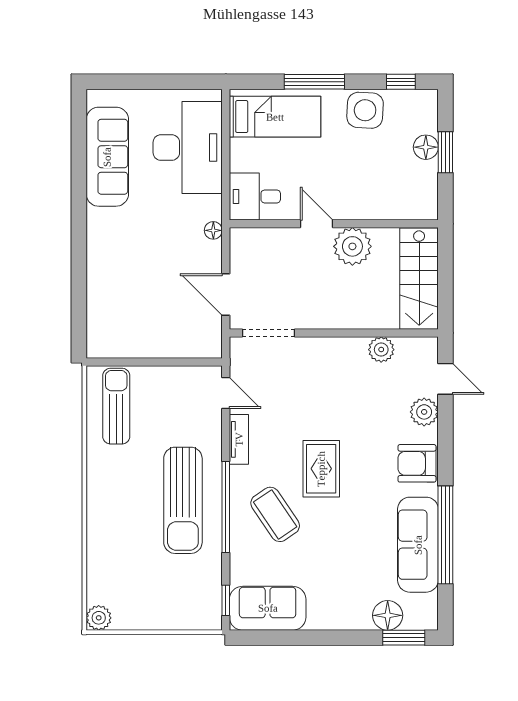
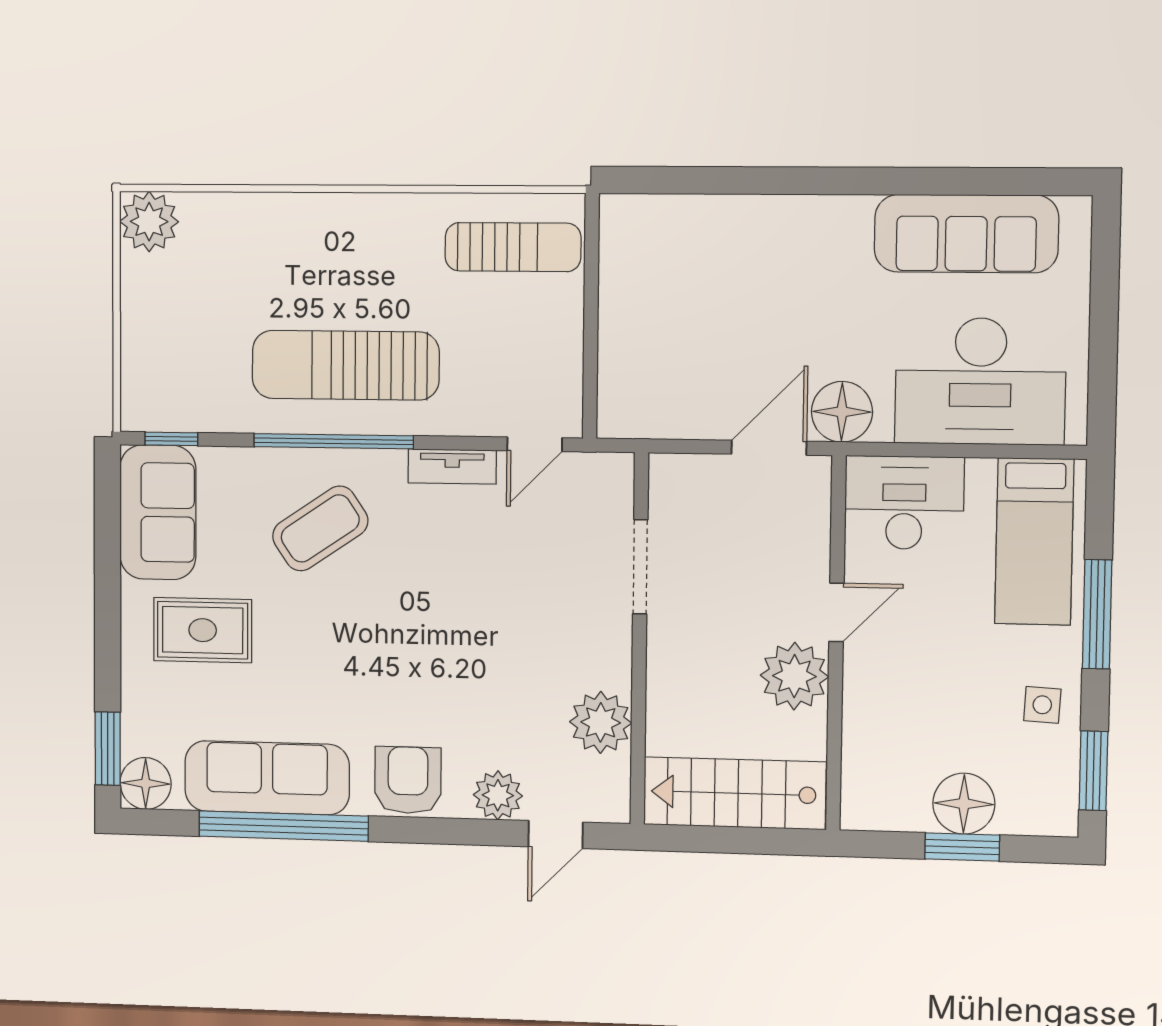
window: (401, 82) -> (1093, 771), width x1.50
side table: (365, 110) -> (1042, 705), width x0.54, depth x0.54
floor lamp: (426, 147) -> (964, 804), width x1.38, depth x1.38
desk: (255, 196) -> (904, 503), width x1.37
floor lamp: (213, 230) -> (842, 412), width x1.89, depth x1.89
door: (226, 295) -> (769, 448), moved
doorway: (269, 333) -> (640, 567), moved
plant: (381, 350) -> (601, 722), width x1.36, depth x1.36
rug: (321, 469) -> (203, 630), moved
floor lamp: (388, 615) -> (146, 783), moved
plant: (99, 618) -> (149, 222), width x1.36, depth x1.36

